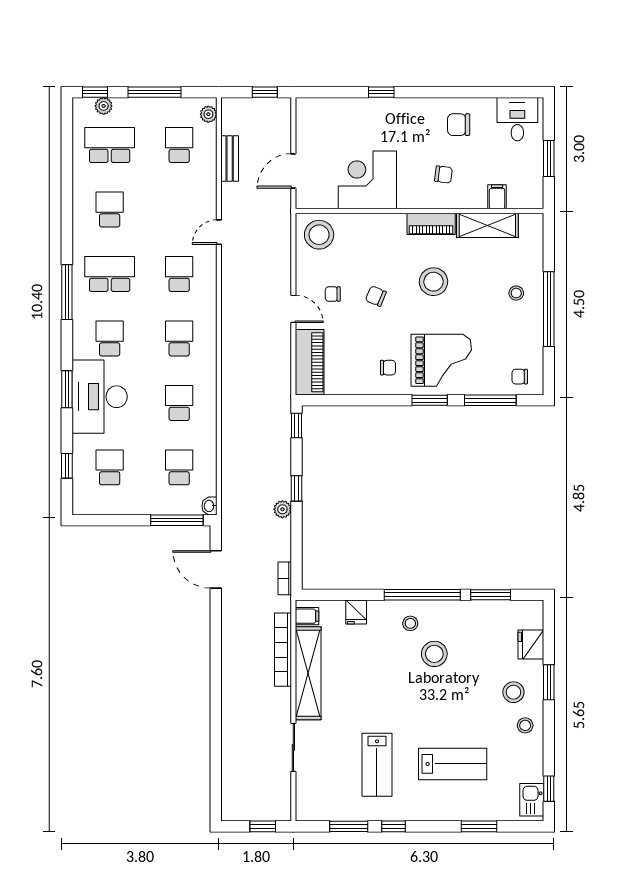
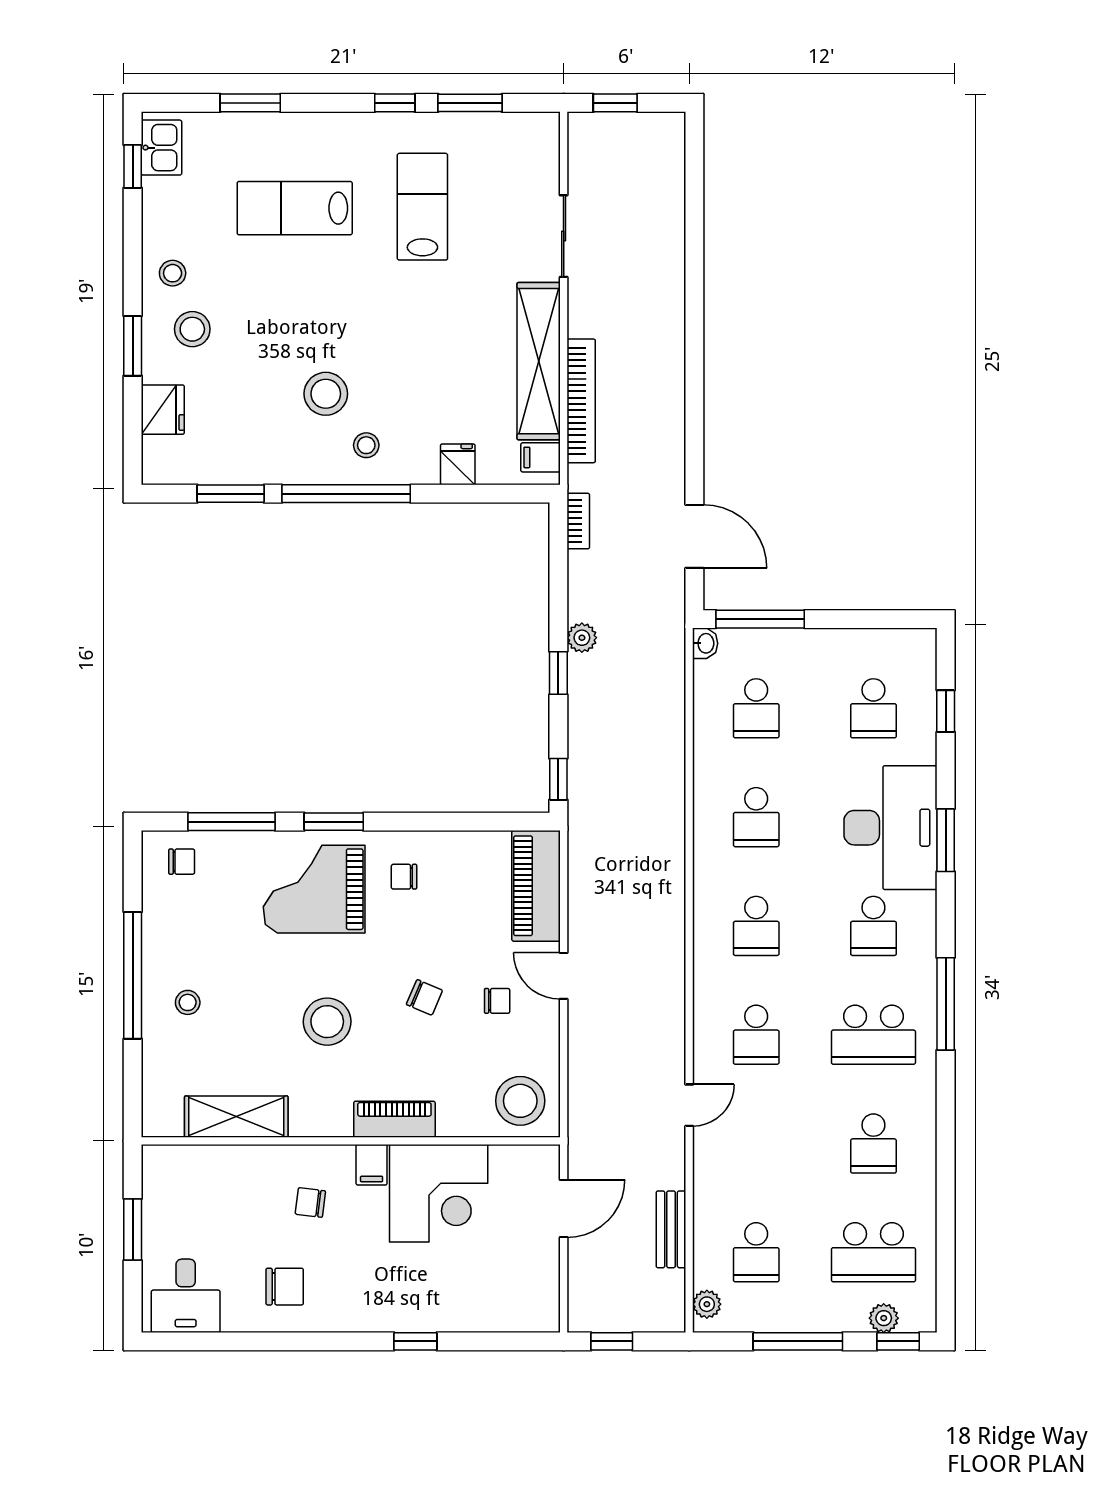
filing cabinet: (497, 197) -> (372, 1165), moved
piano: (431, 224) -> (394, 1119), moved

